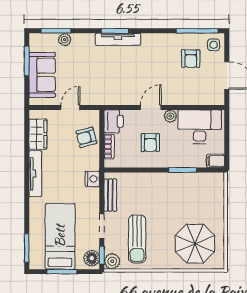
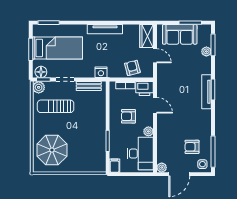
plant: (218, 99) -> (162, 168), added
door: (151, 107) -> (155, 105), moved
wardrobe: (38, 134) -> (147, 36), moved, turned 90

